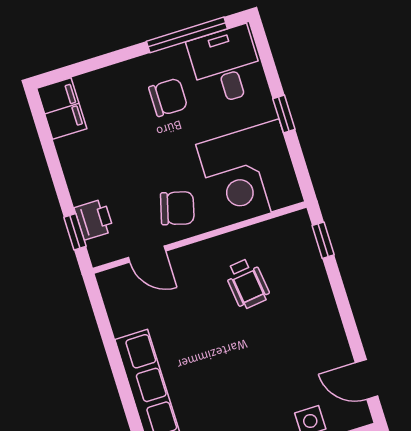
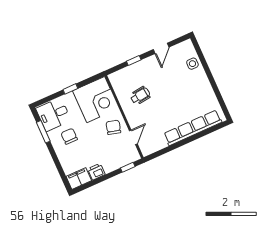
window: (187, 35) -> (43, 132), width x0.69
printer: (94, 219) -> (96, 172), moved
window: (323, 240) -> (134, 61), moved
door: (367, 379) -> (161, 48), moved

